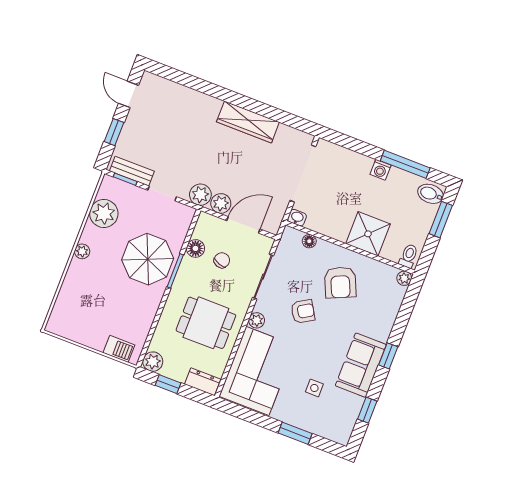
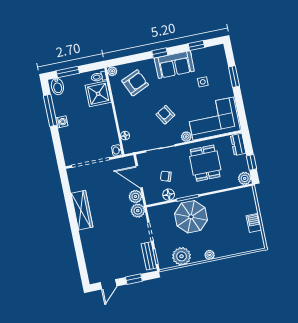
shower: (368, 234) -> (98, 94), moved
armchair: (340, 283) -> (135, 83), moved
barbecue: (119, 349) -> (254, 223), moved

